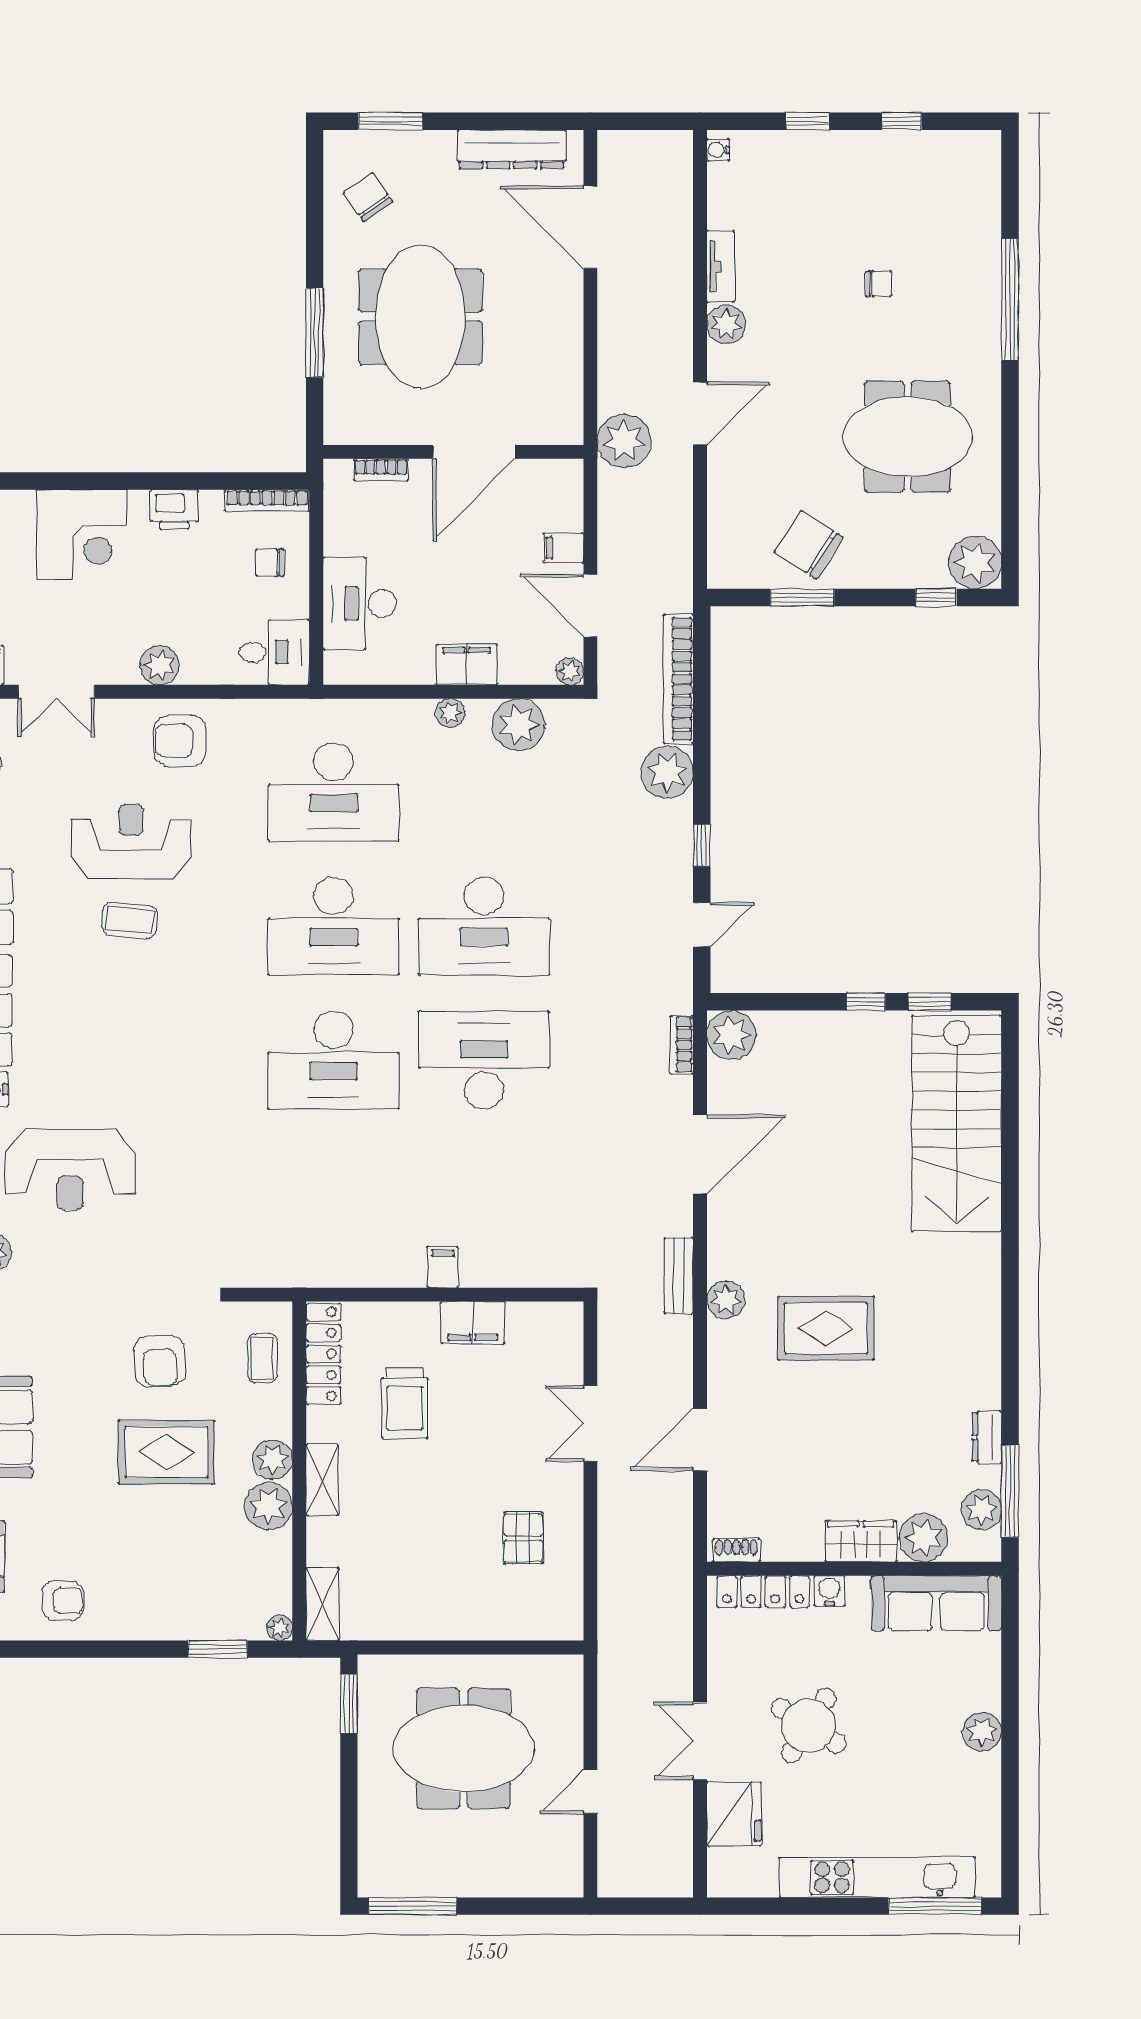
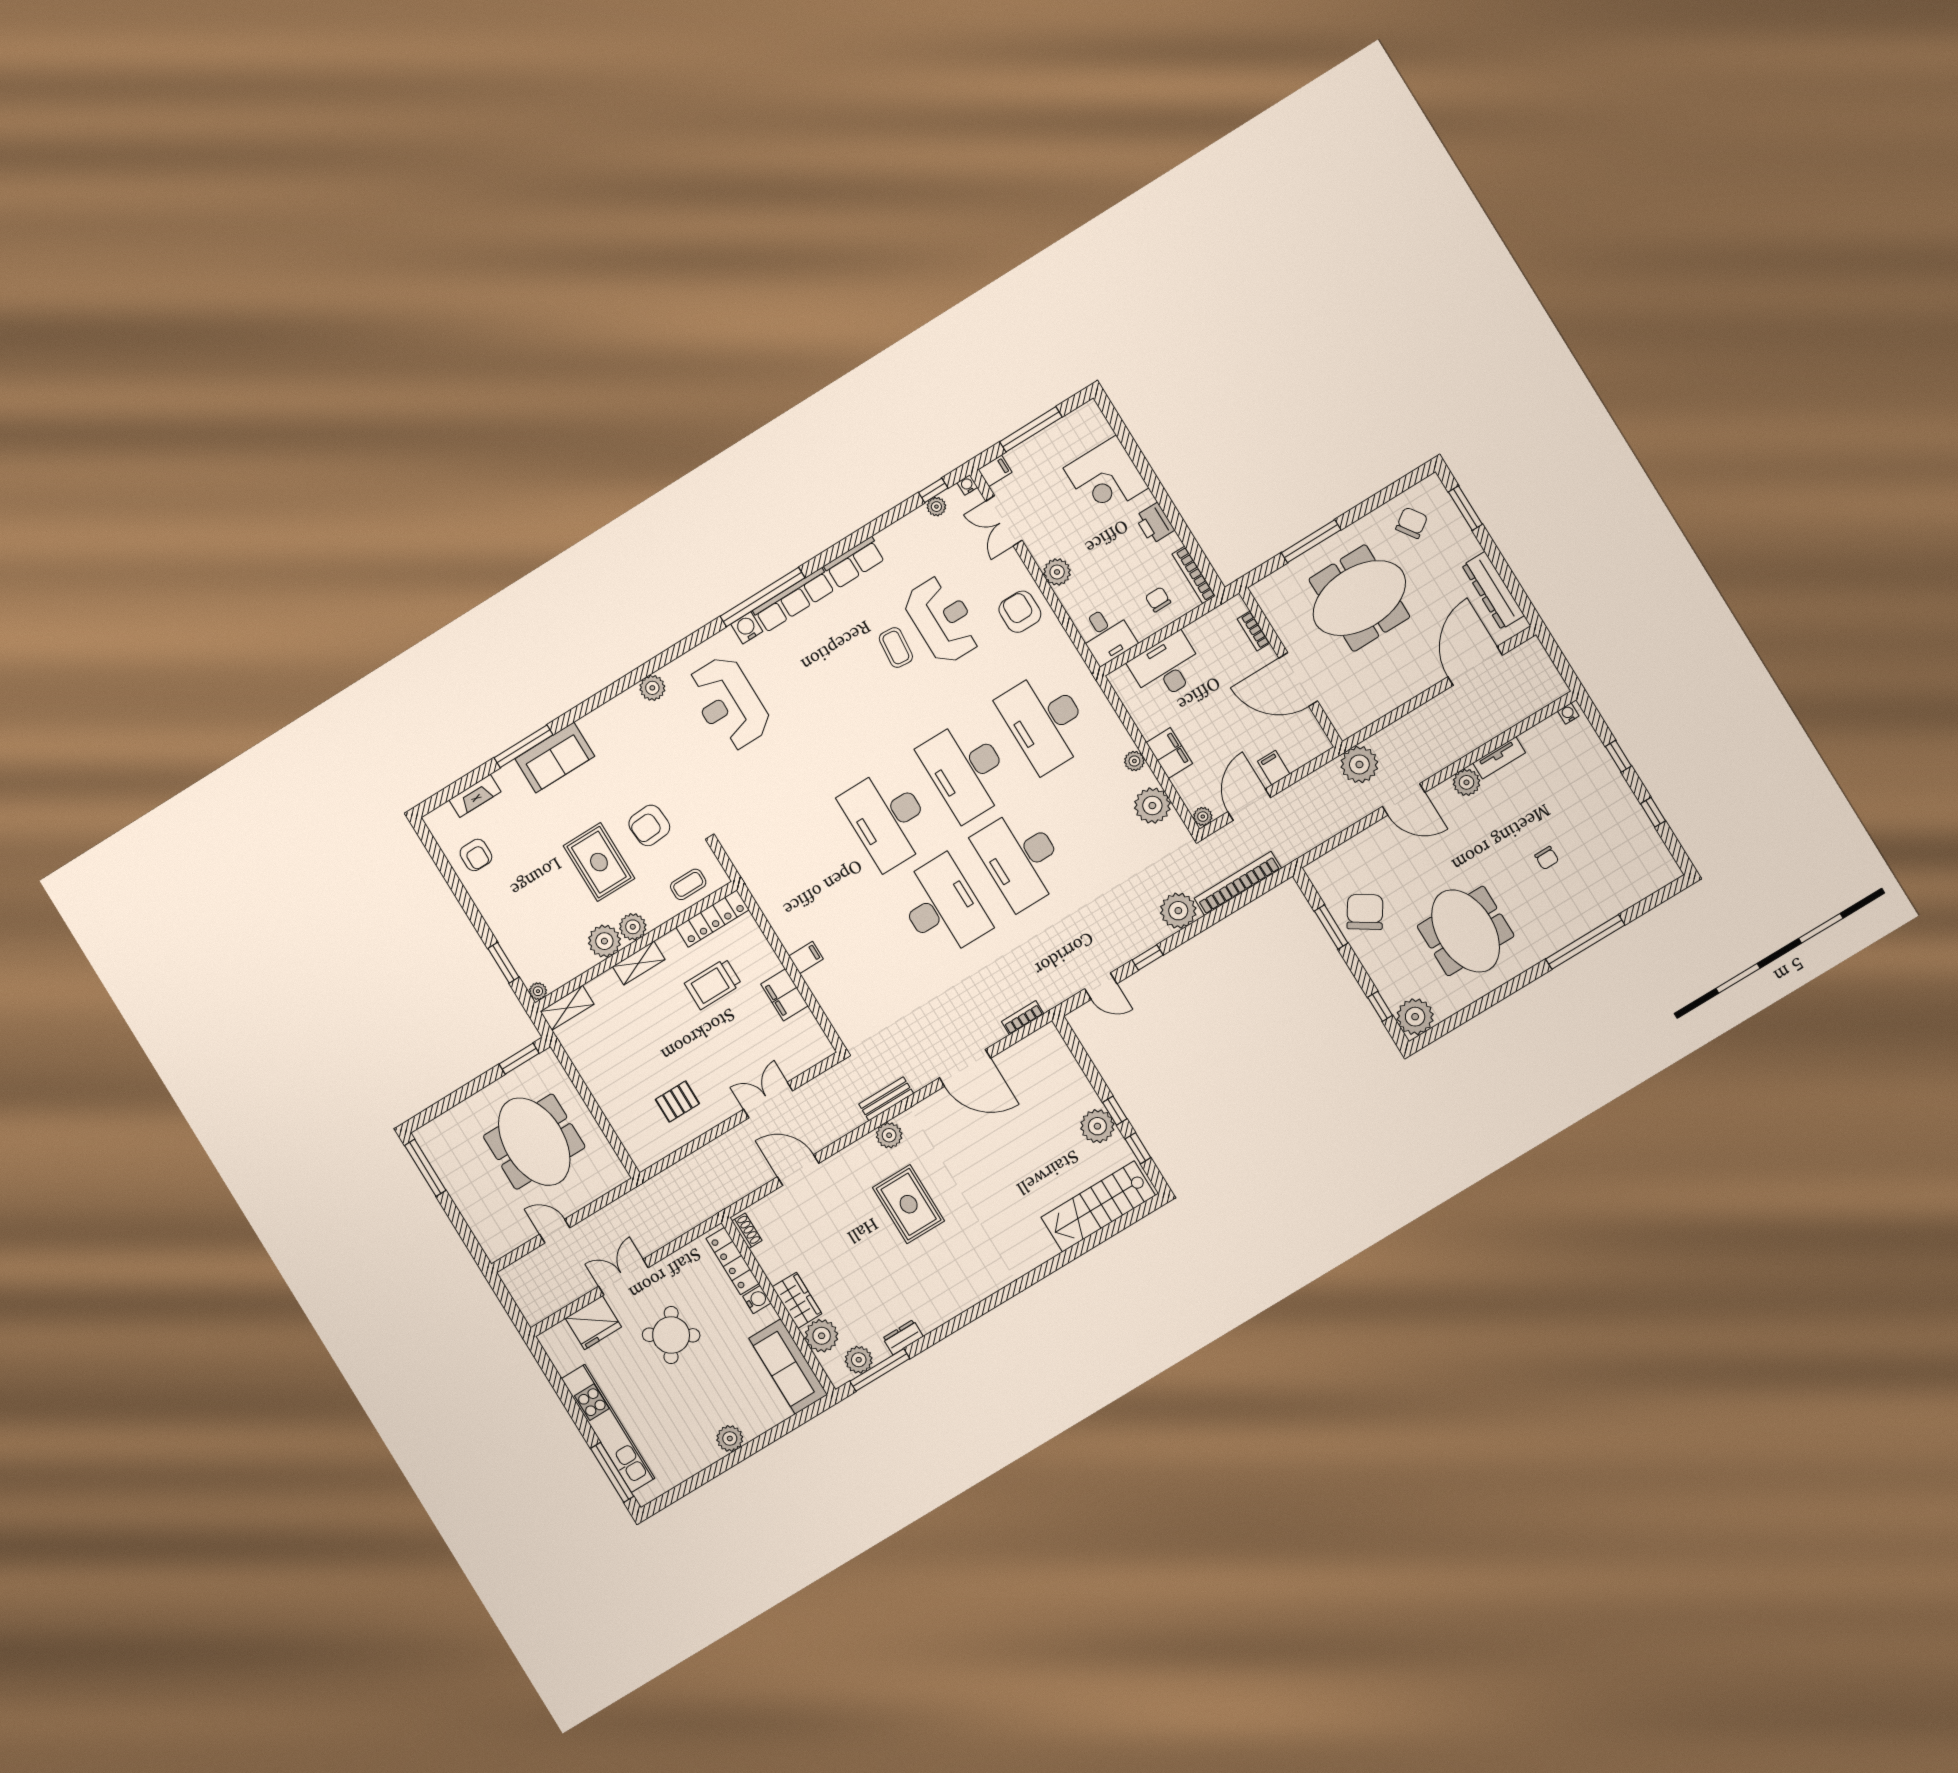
plant: (731, 1035) -> (1097, 1126), moved
stairs: (957, 1124) -> (1098, 1206), width x0.73, depth x0.66

